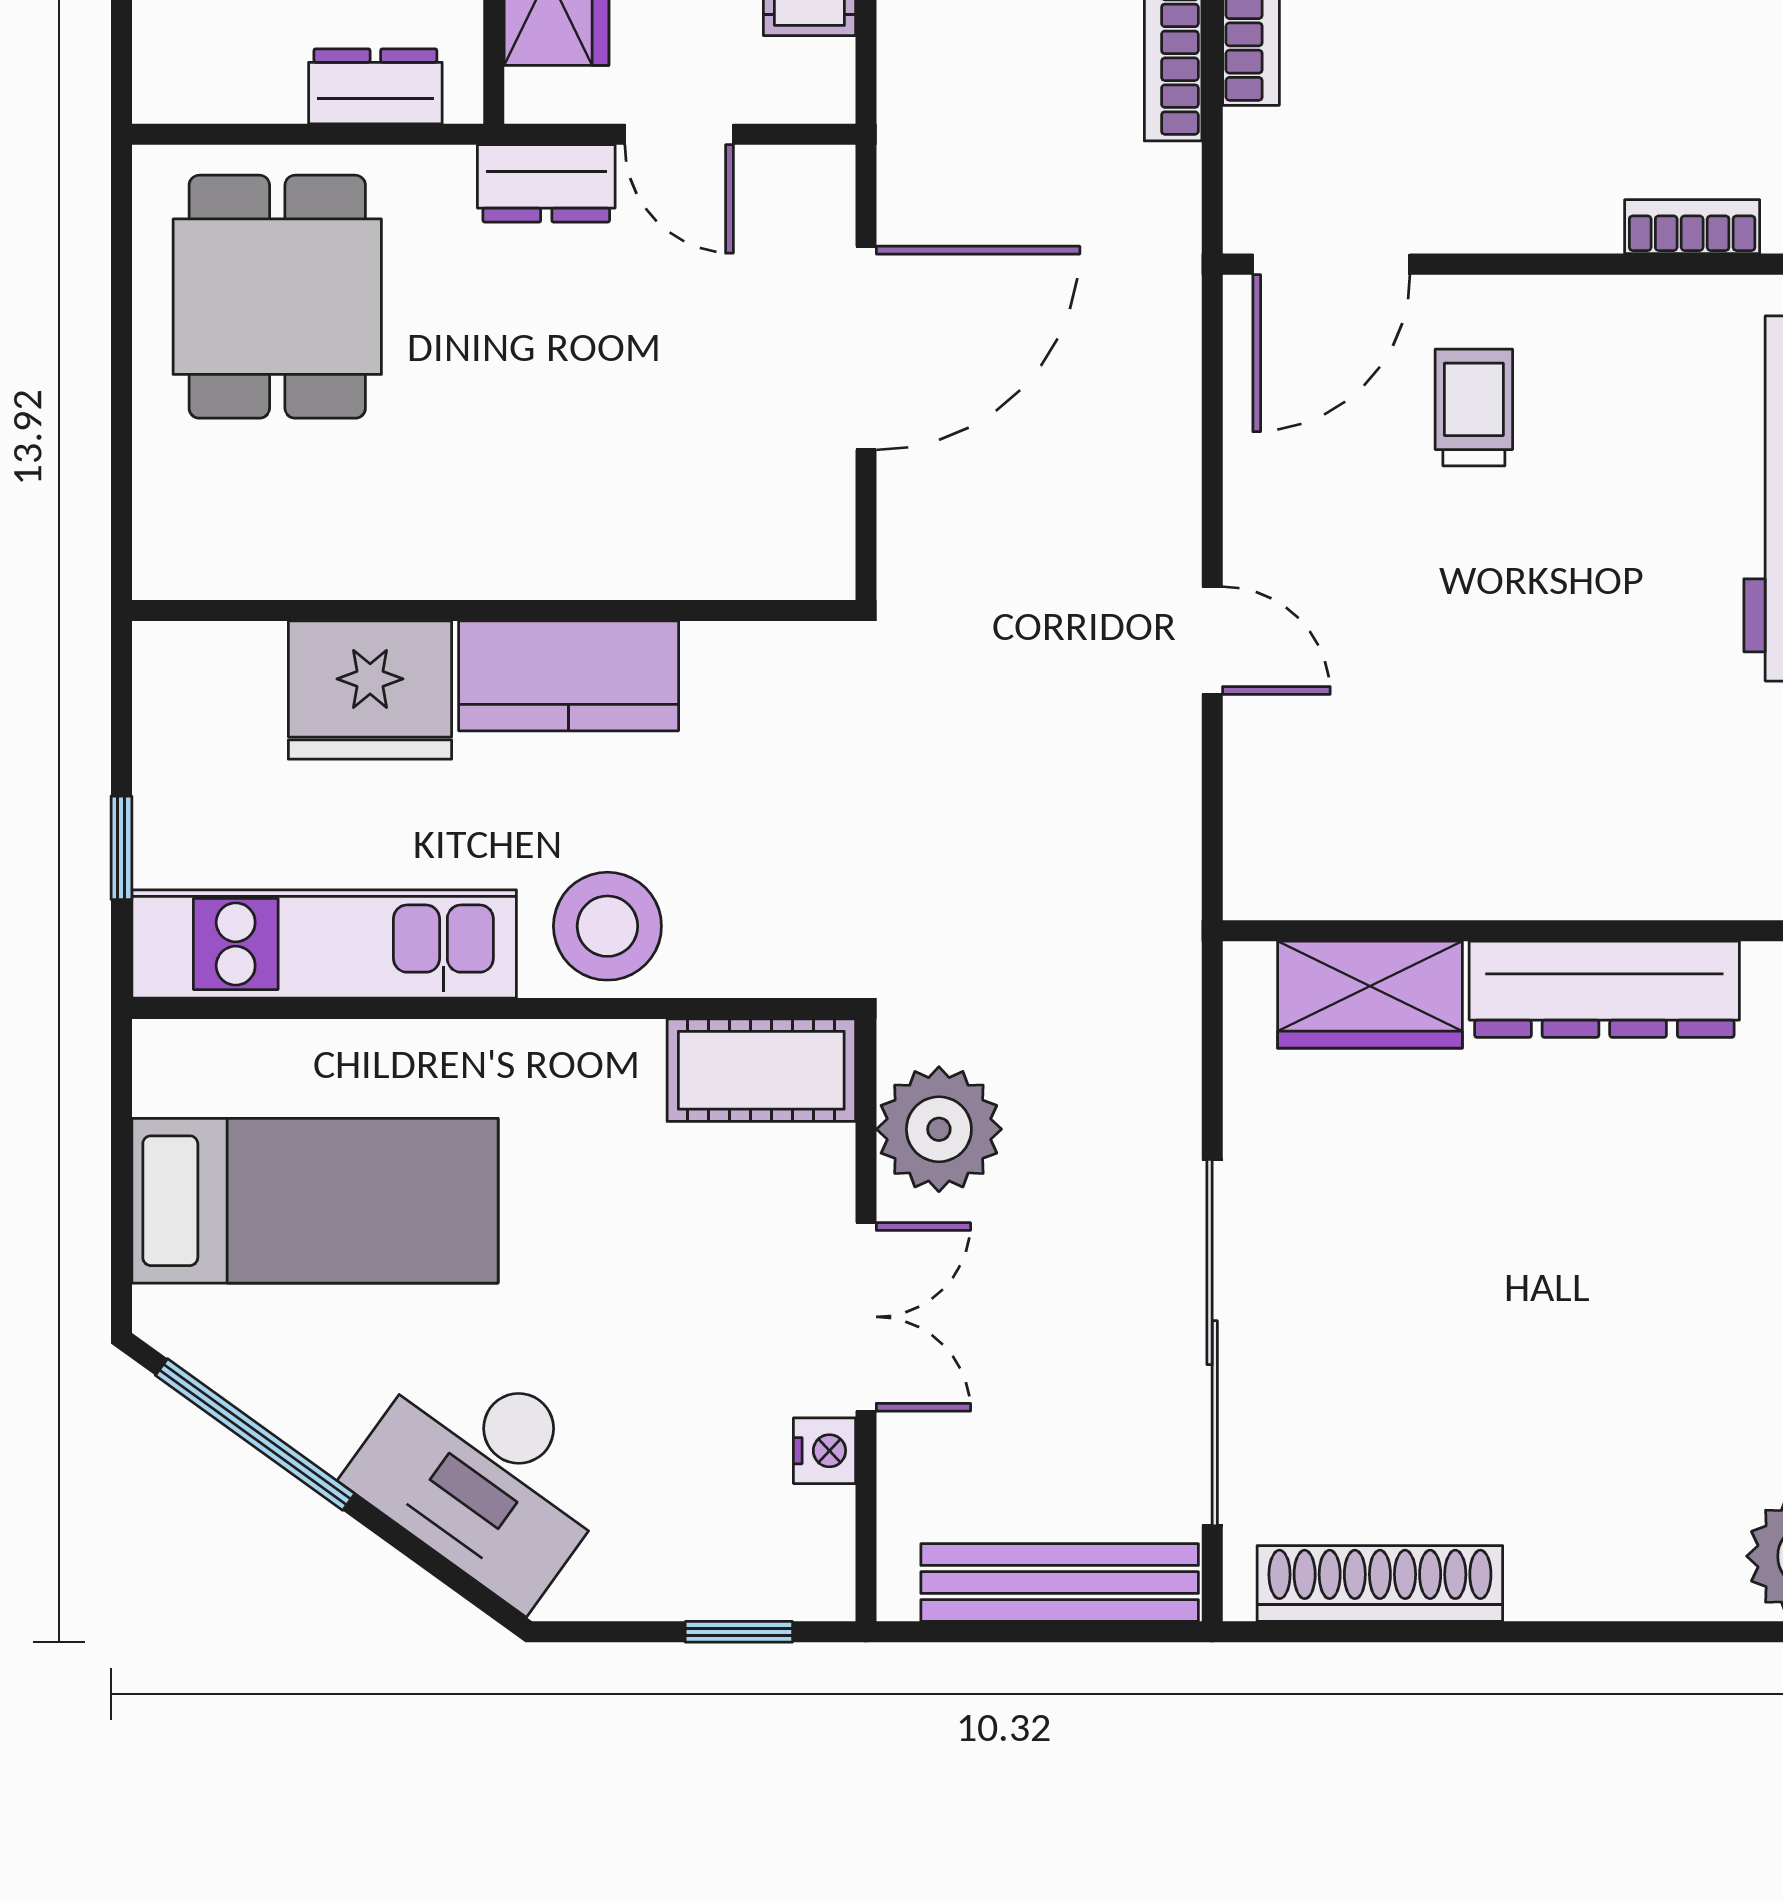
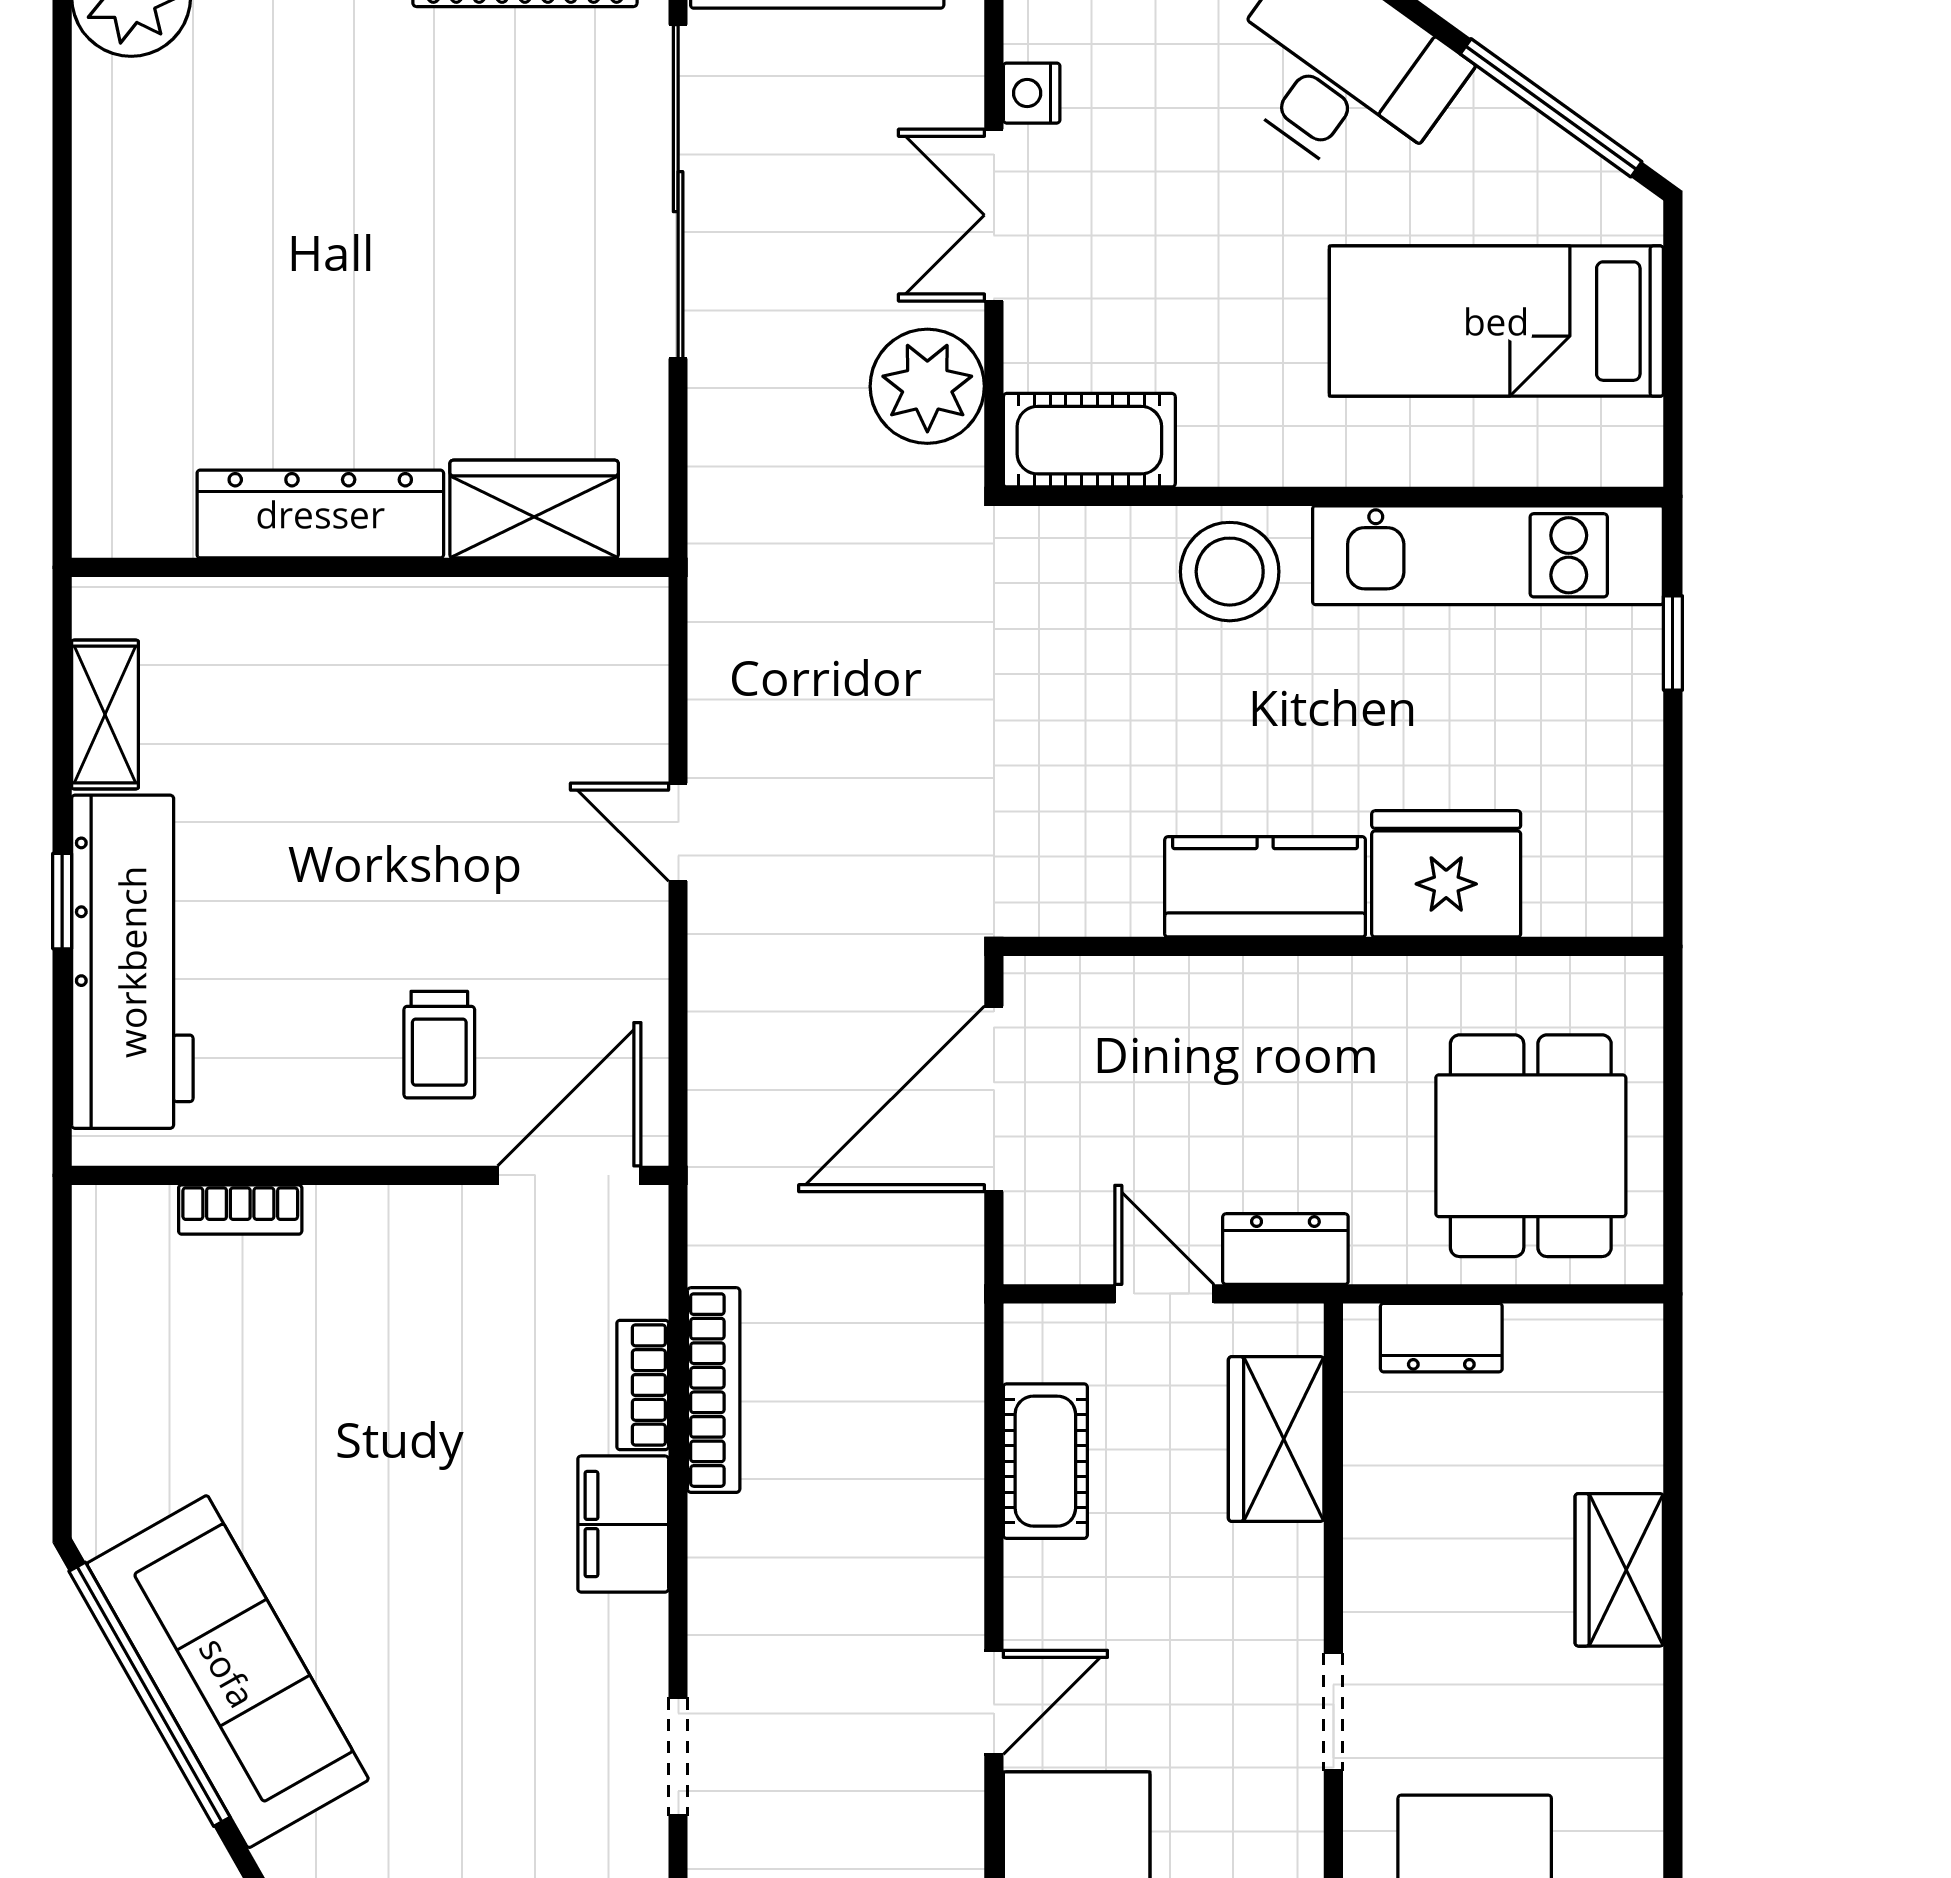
wall: (494, 610) -> (1333, 946), moved
kitchen counter: (569, 676) -> (1265, 887), moved
fridge: (370, 690) -> (1446, 874), moved

